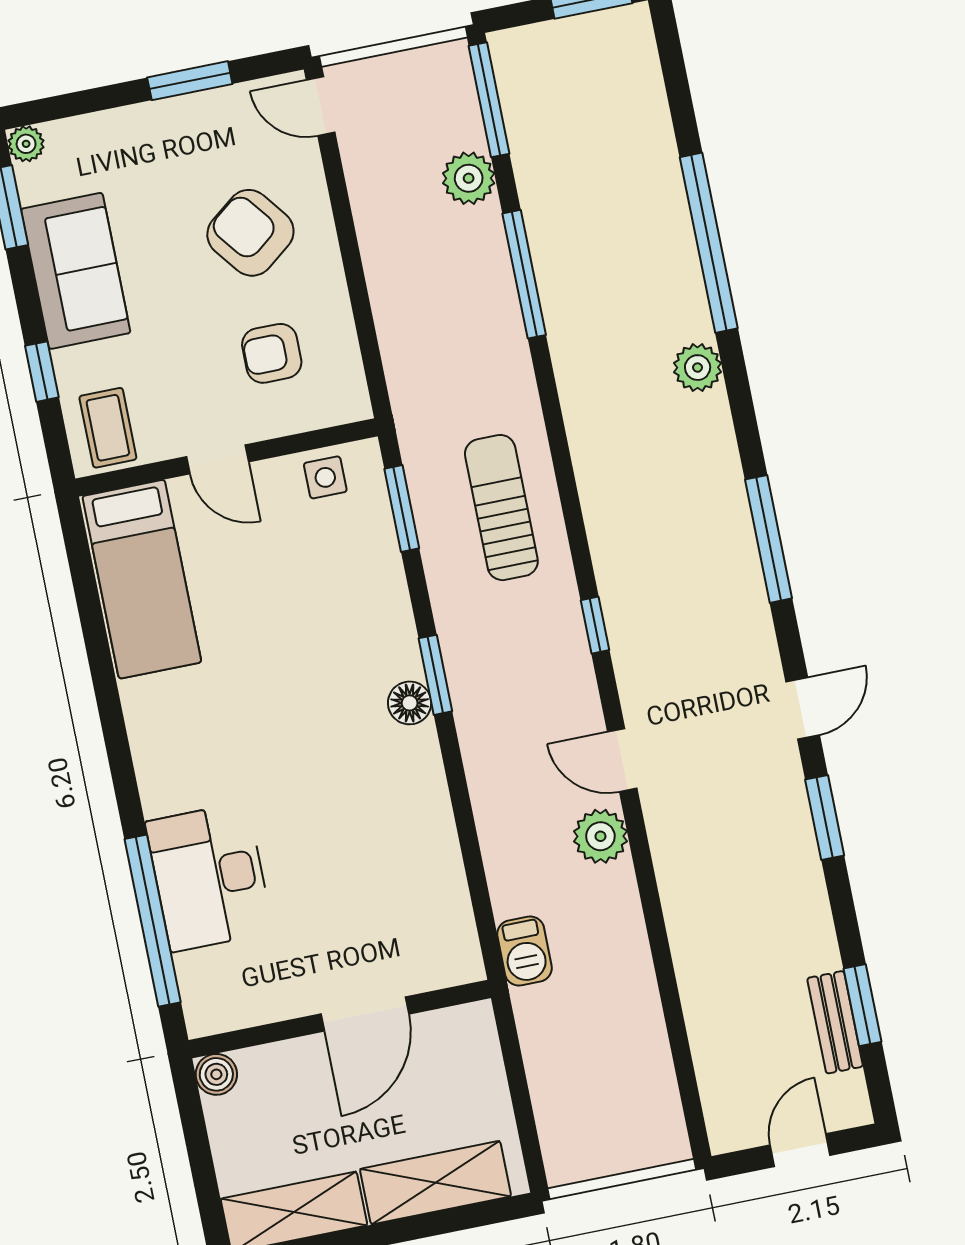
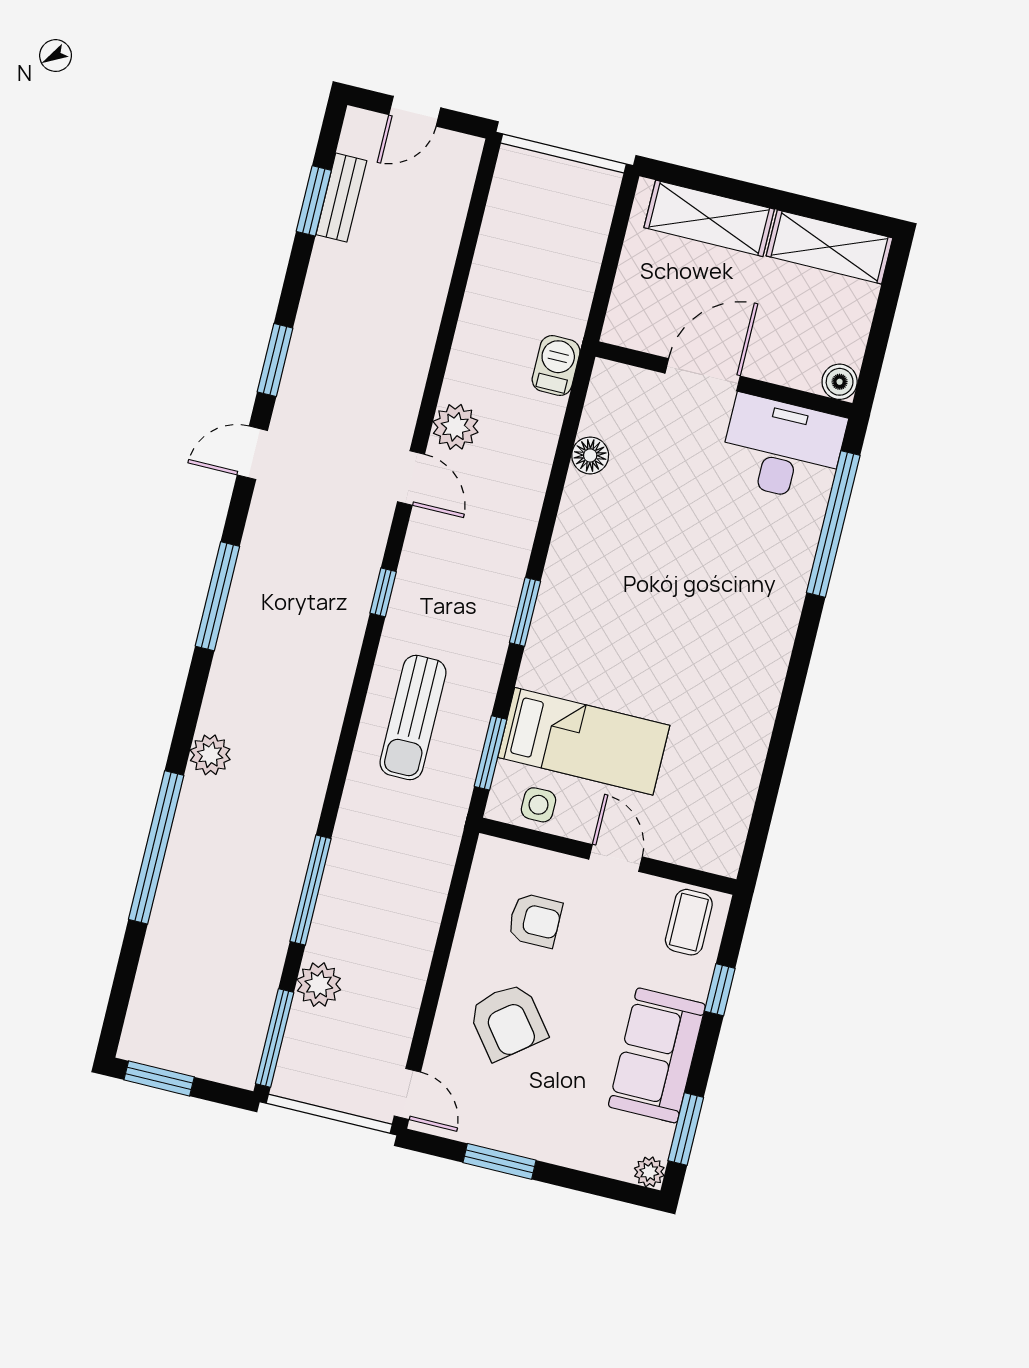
bed: (142, 579) -> (584, 741), moved, turned 90
floor lamp: (410, 703) -> (590, 455), moved
desk: (209, 877) -> (782, 449), moved, turned -90

